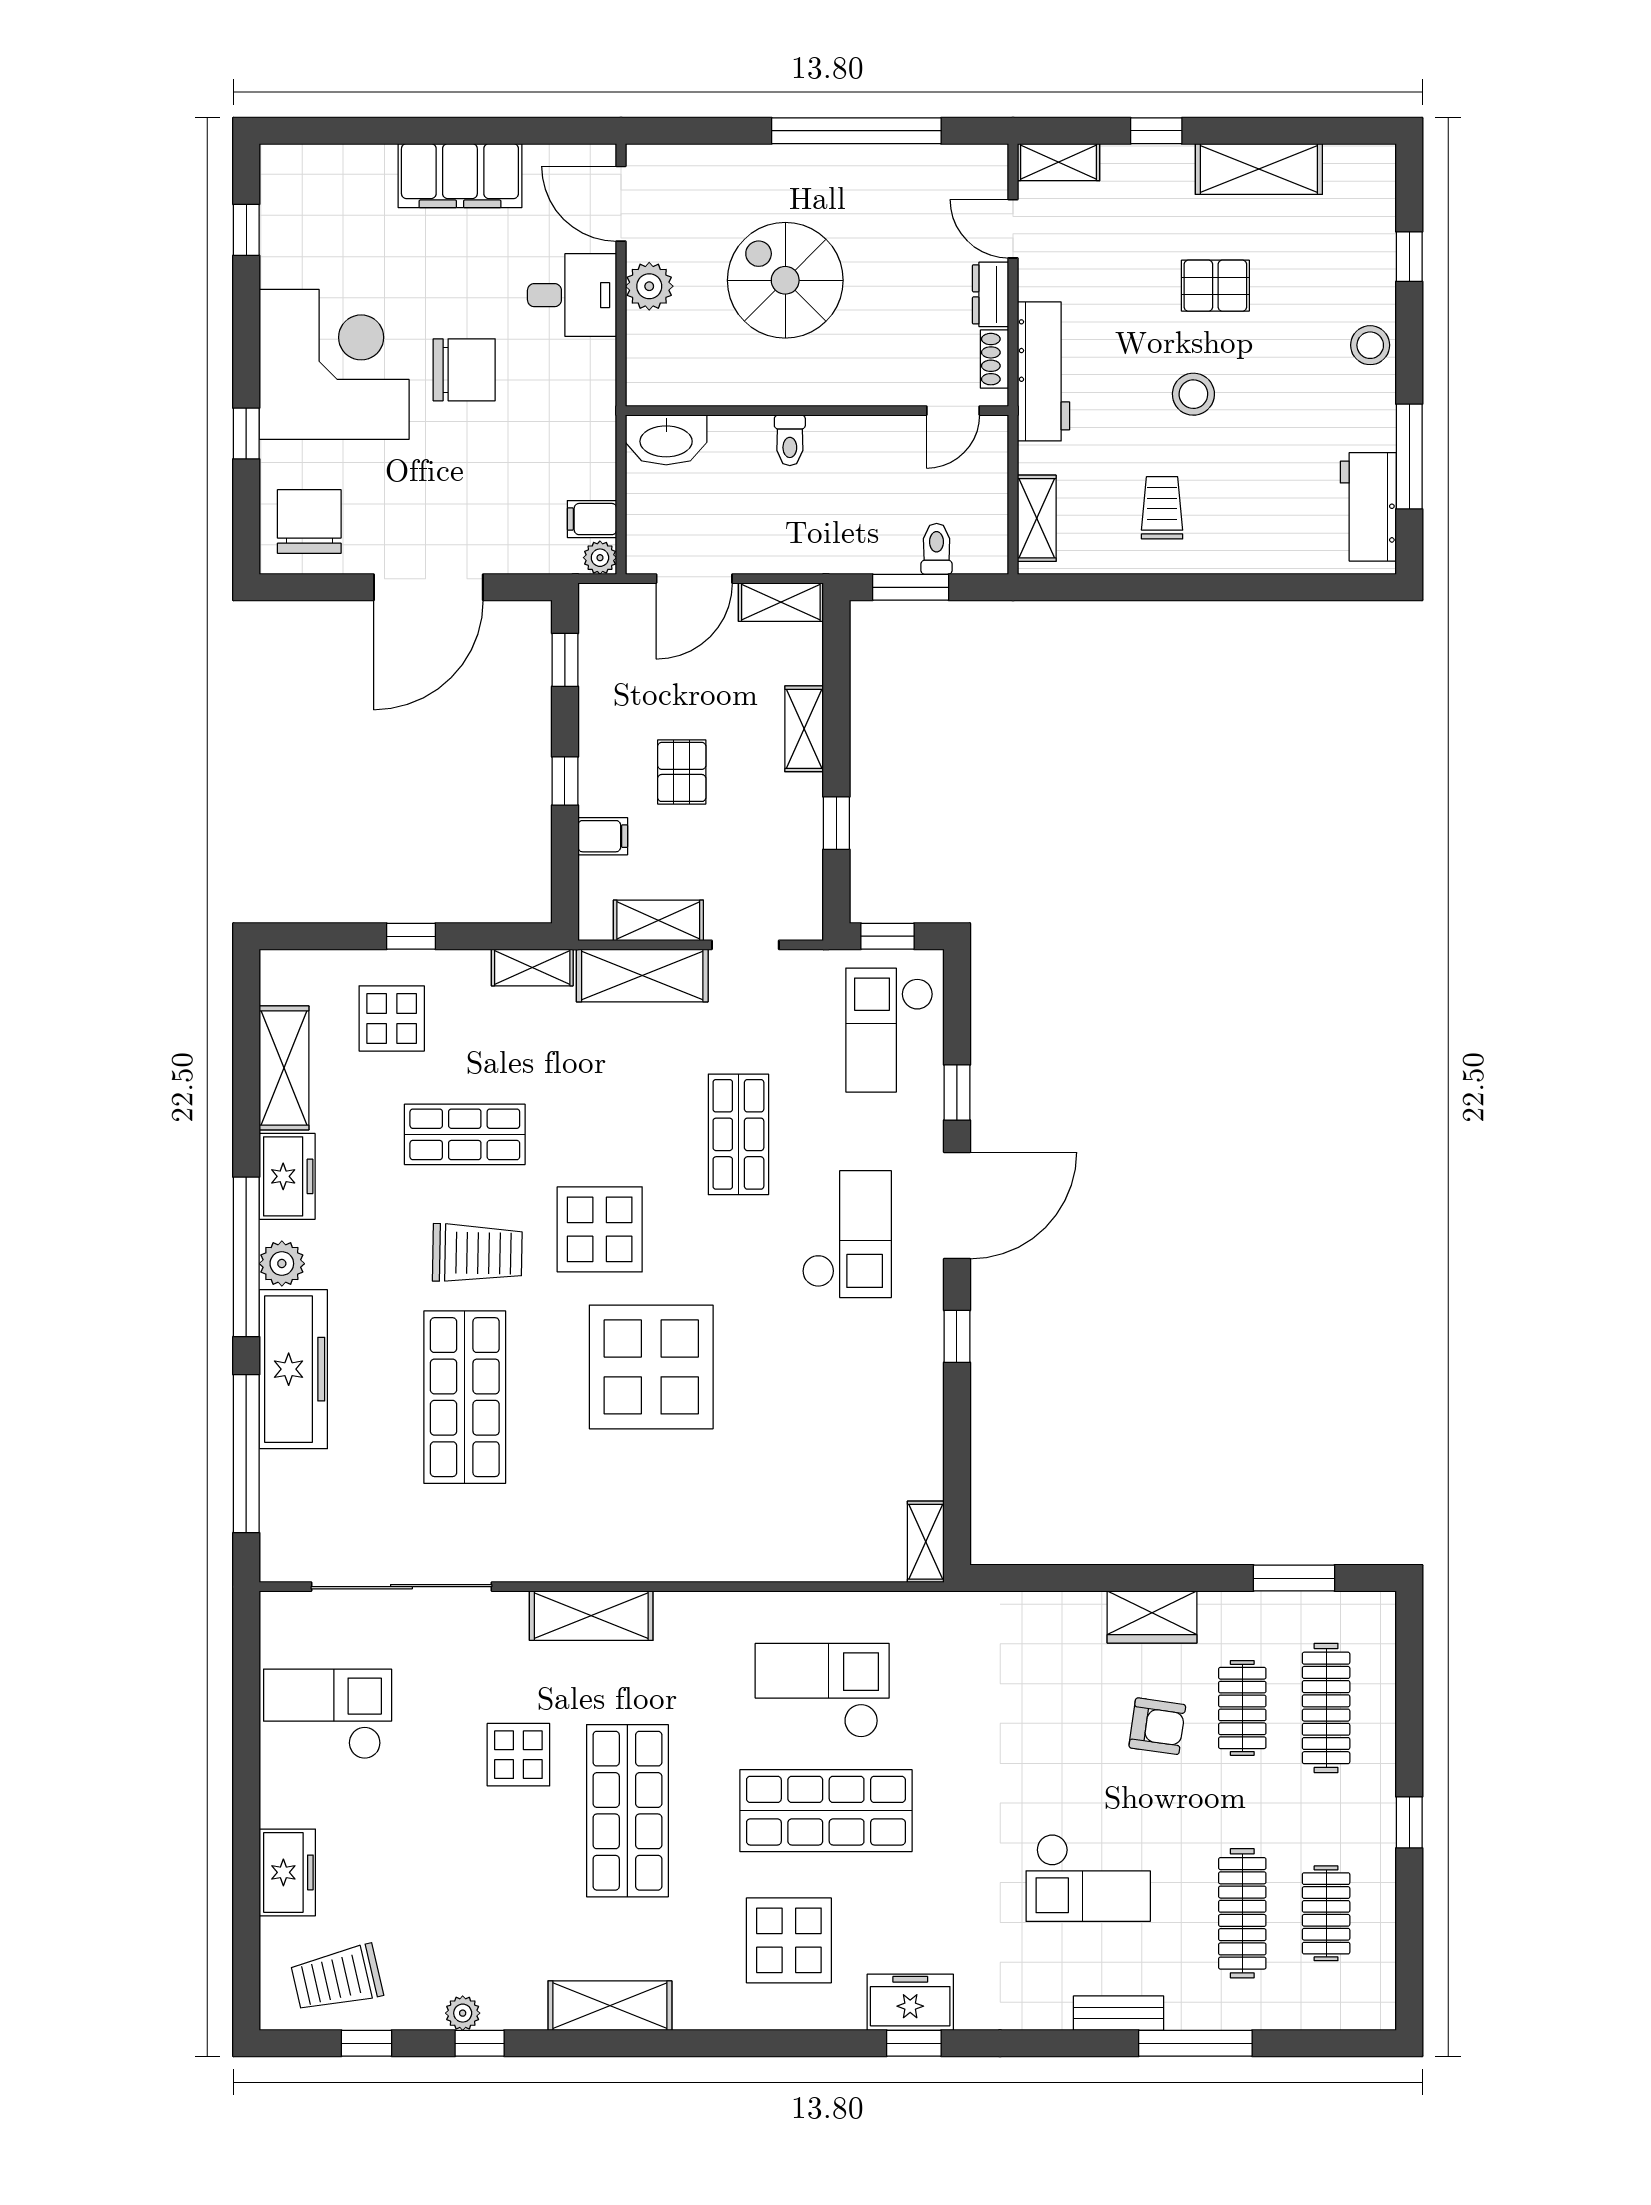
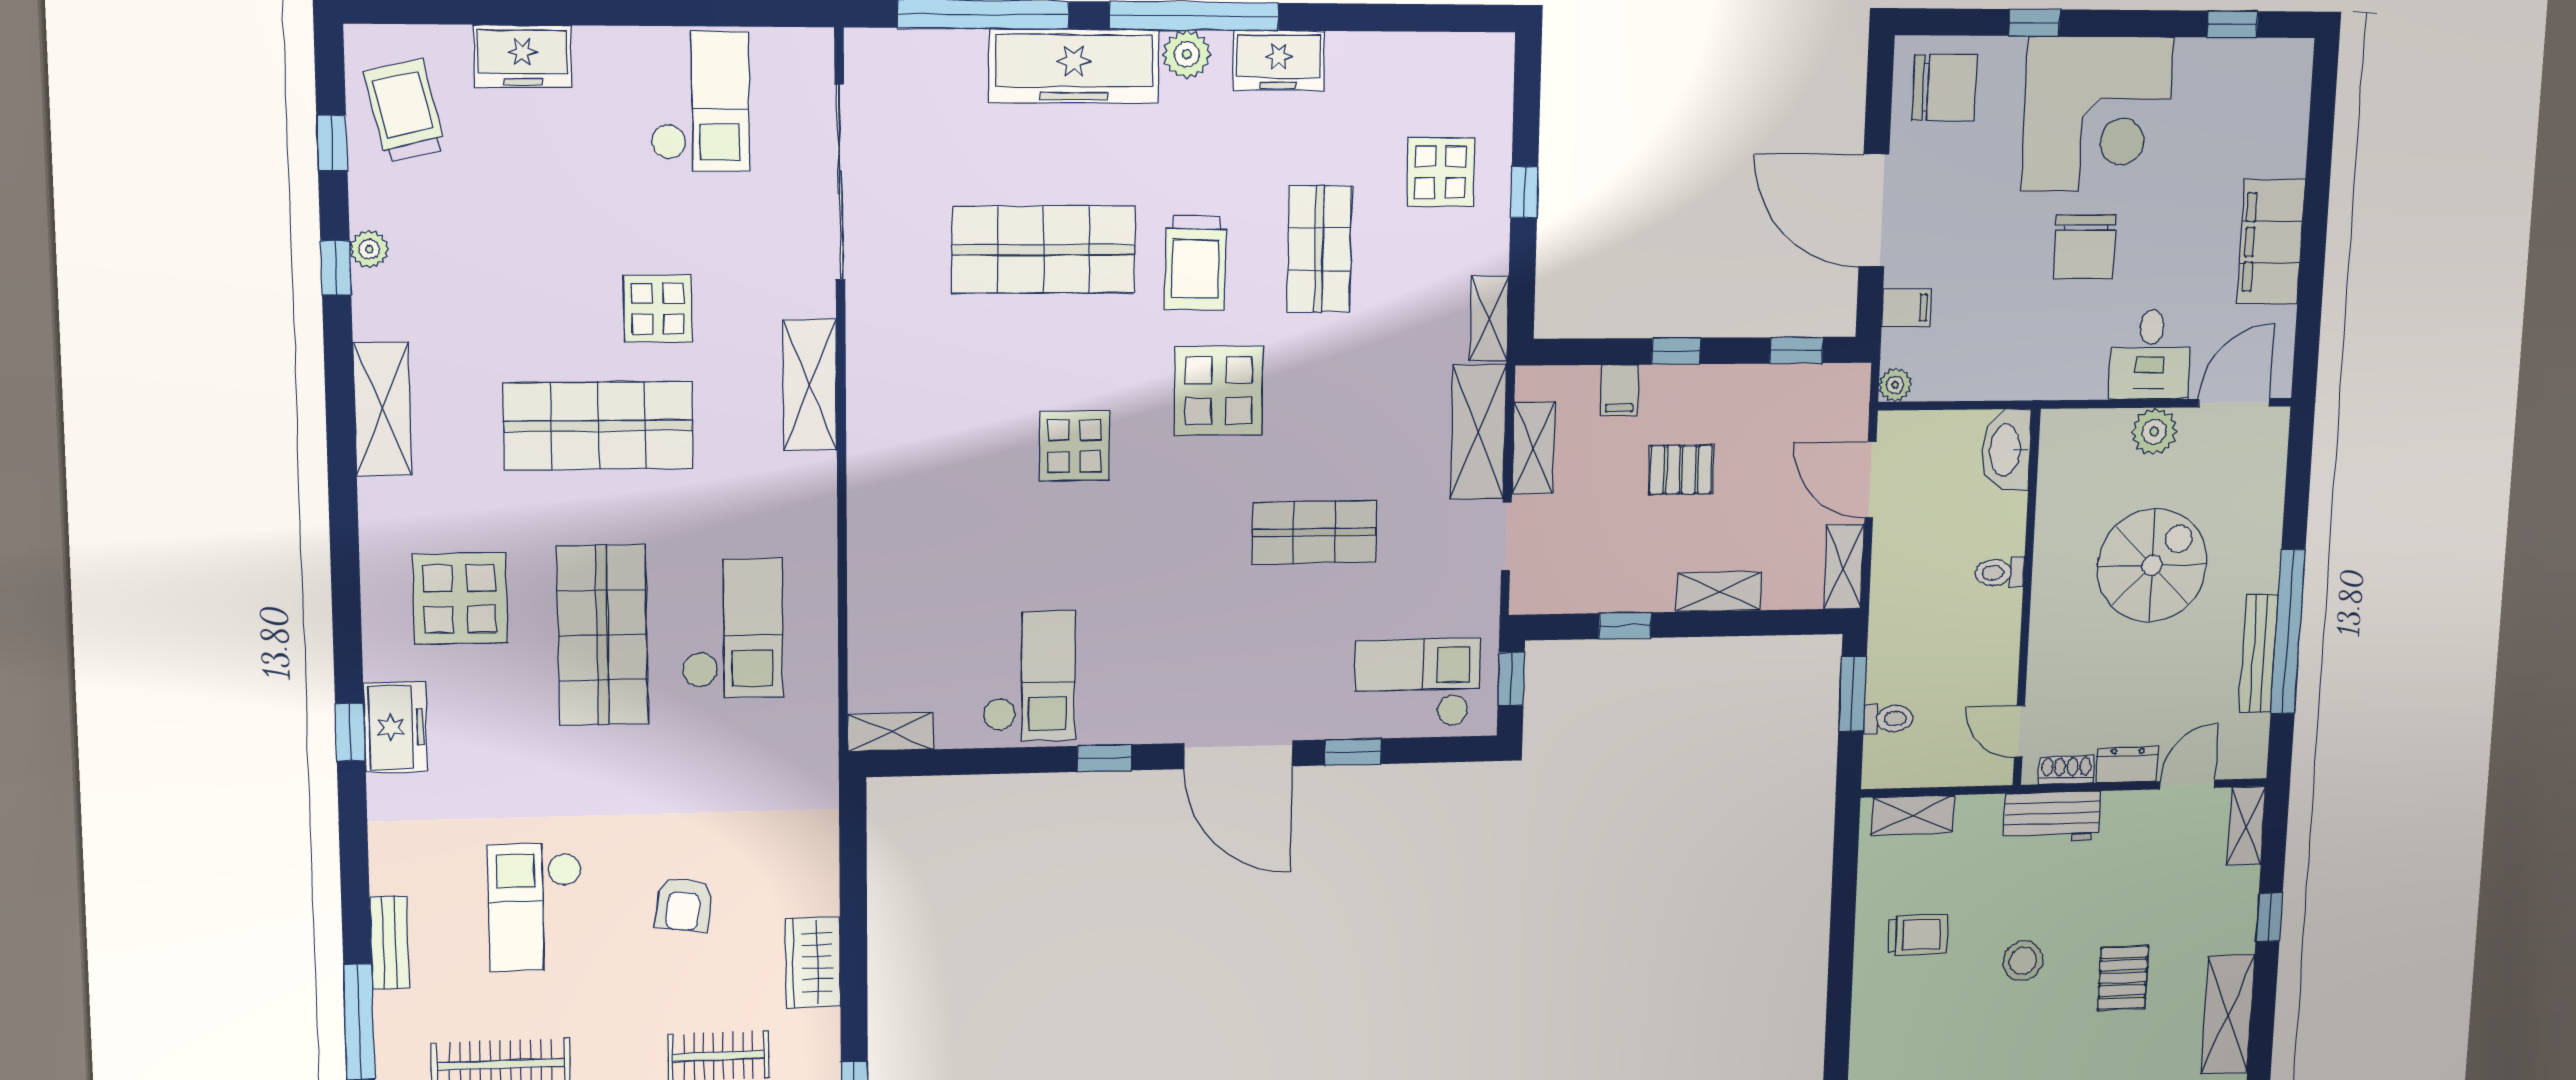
bench: (878, 161) -> (2259, 654), added
workbench: (1043, 371) -> (2052, 817), width x0.73
filing cabinet: (592, 519) -> (1907, 308), moved, turned 90
shelving: (284, 1068) -> (1392, 58), removed
checkout: (847, 1234) -> (1029, 676), moved, turned -90
display table: (651, 1367) -> (1074, 446), width x0.54, depth x0.54
armchair: (1157, 1726) -> (684, 904), moved

